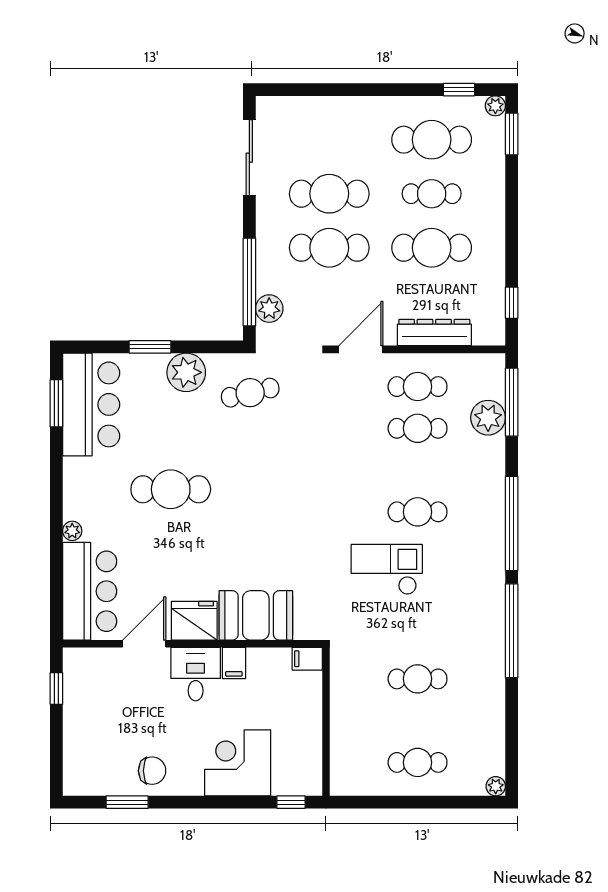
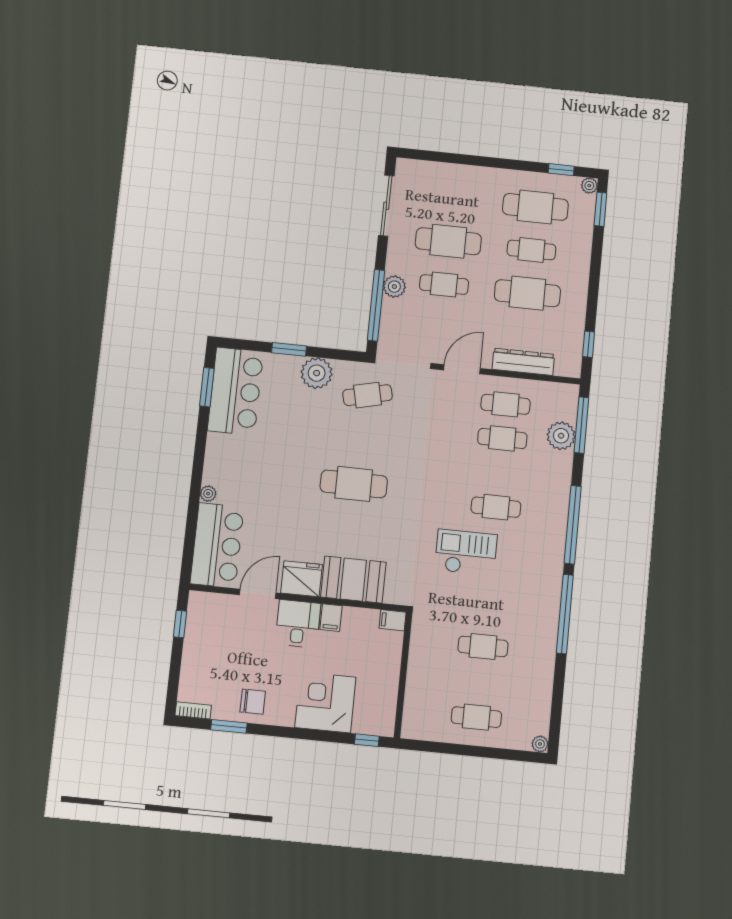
cafe table: (329, 248) -> (444, 285), width x0.73, depth x0.74
plant: (269, 309) -> (394, 287), moved
cafe table: (171, 489) -> (354, 484), moved
bookcase: (83, 788) -> (193, 710), added

